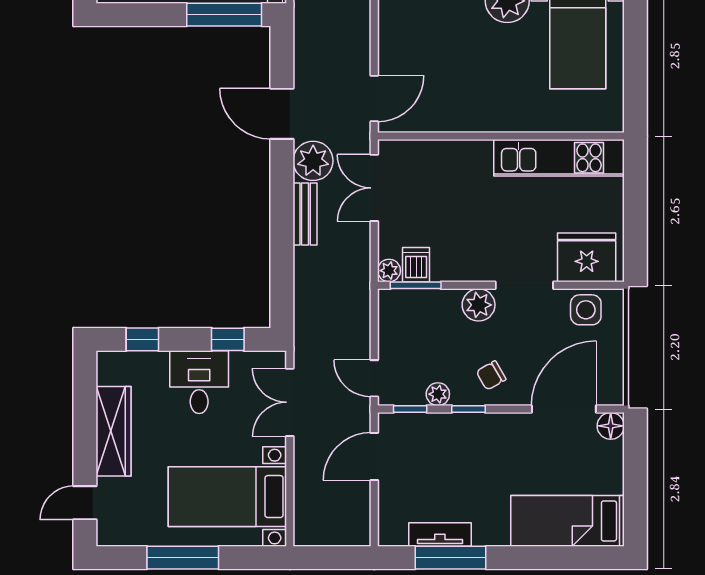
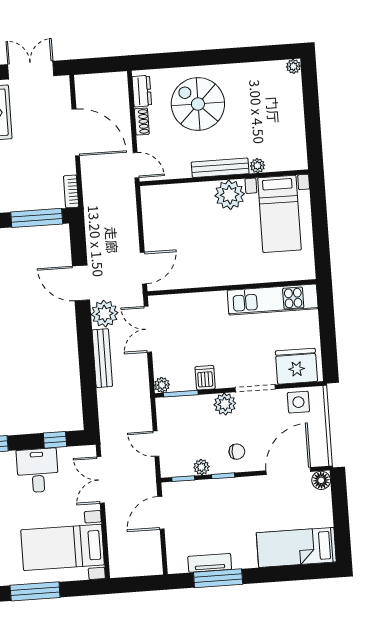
bench: (305, 214) -> (102, 358), width x1.36
dishwasher: (416, 265) -> (205, 378), moved
chair: (491, 375) -> (237, 452), turned -150
door: (374, 378) -> (156, 444), moved

